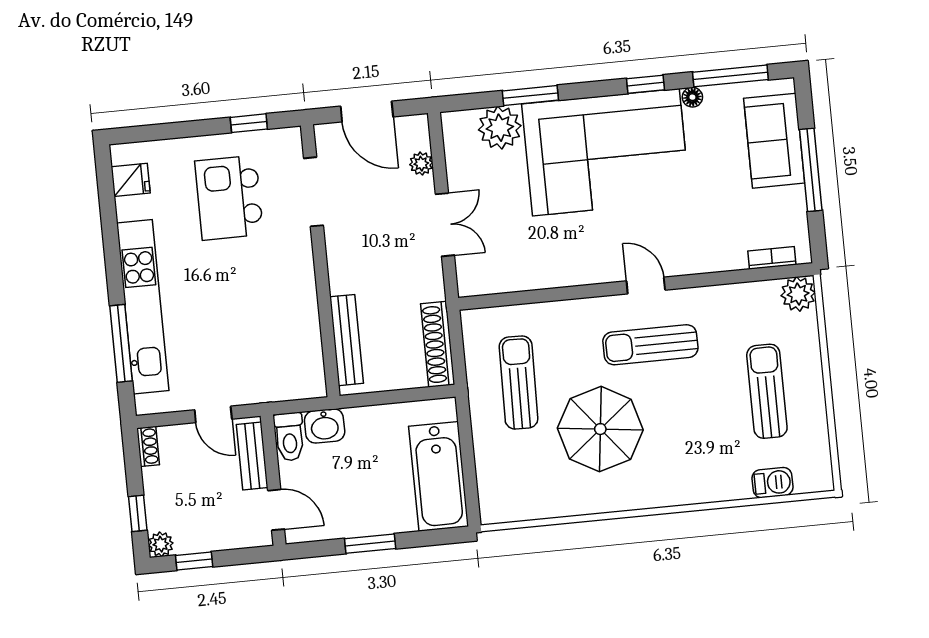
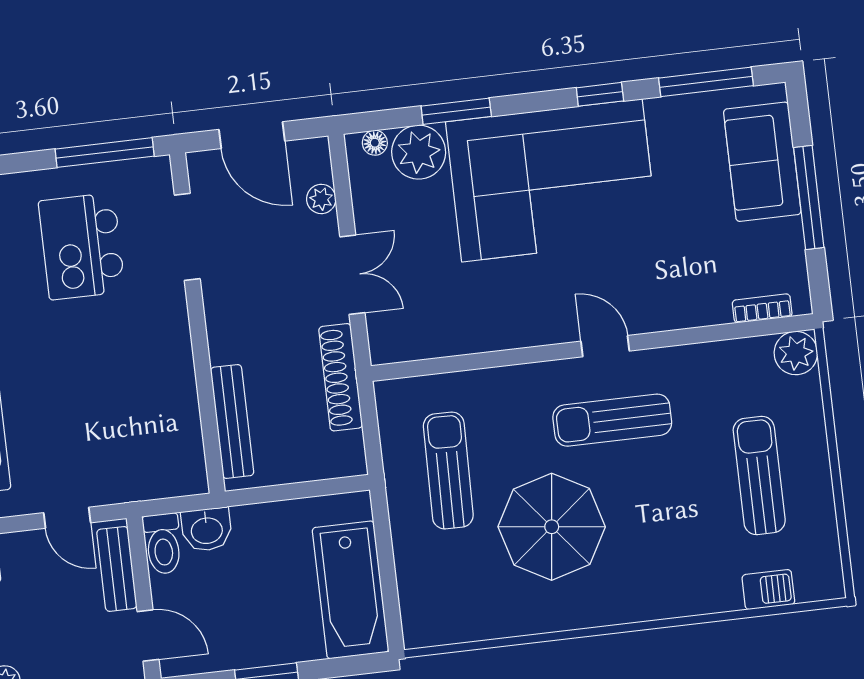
floor lamp: (692, 97) -> (375, 143), moved
window: (249, 123) -> (105, 153), width x2.17
shoe rack: (438, 344) -> (341, 377), moved

